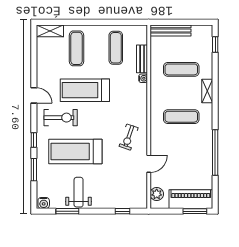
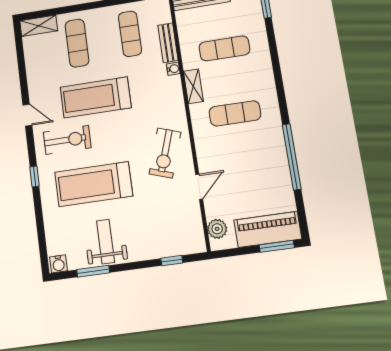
shelving: (207, 91) -> (193, 86), moved
exercise bike: (129, 137) -> (165, 153), width x1.38, depth x1.39
window: (34, 170) -> (39, 218), removed

